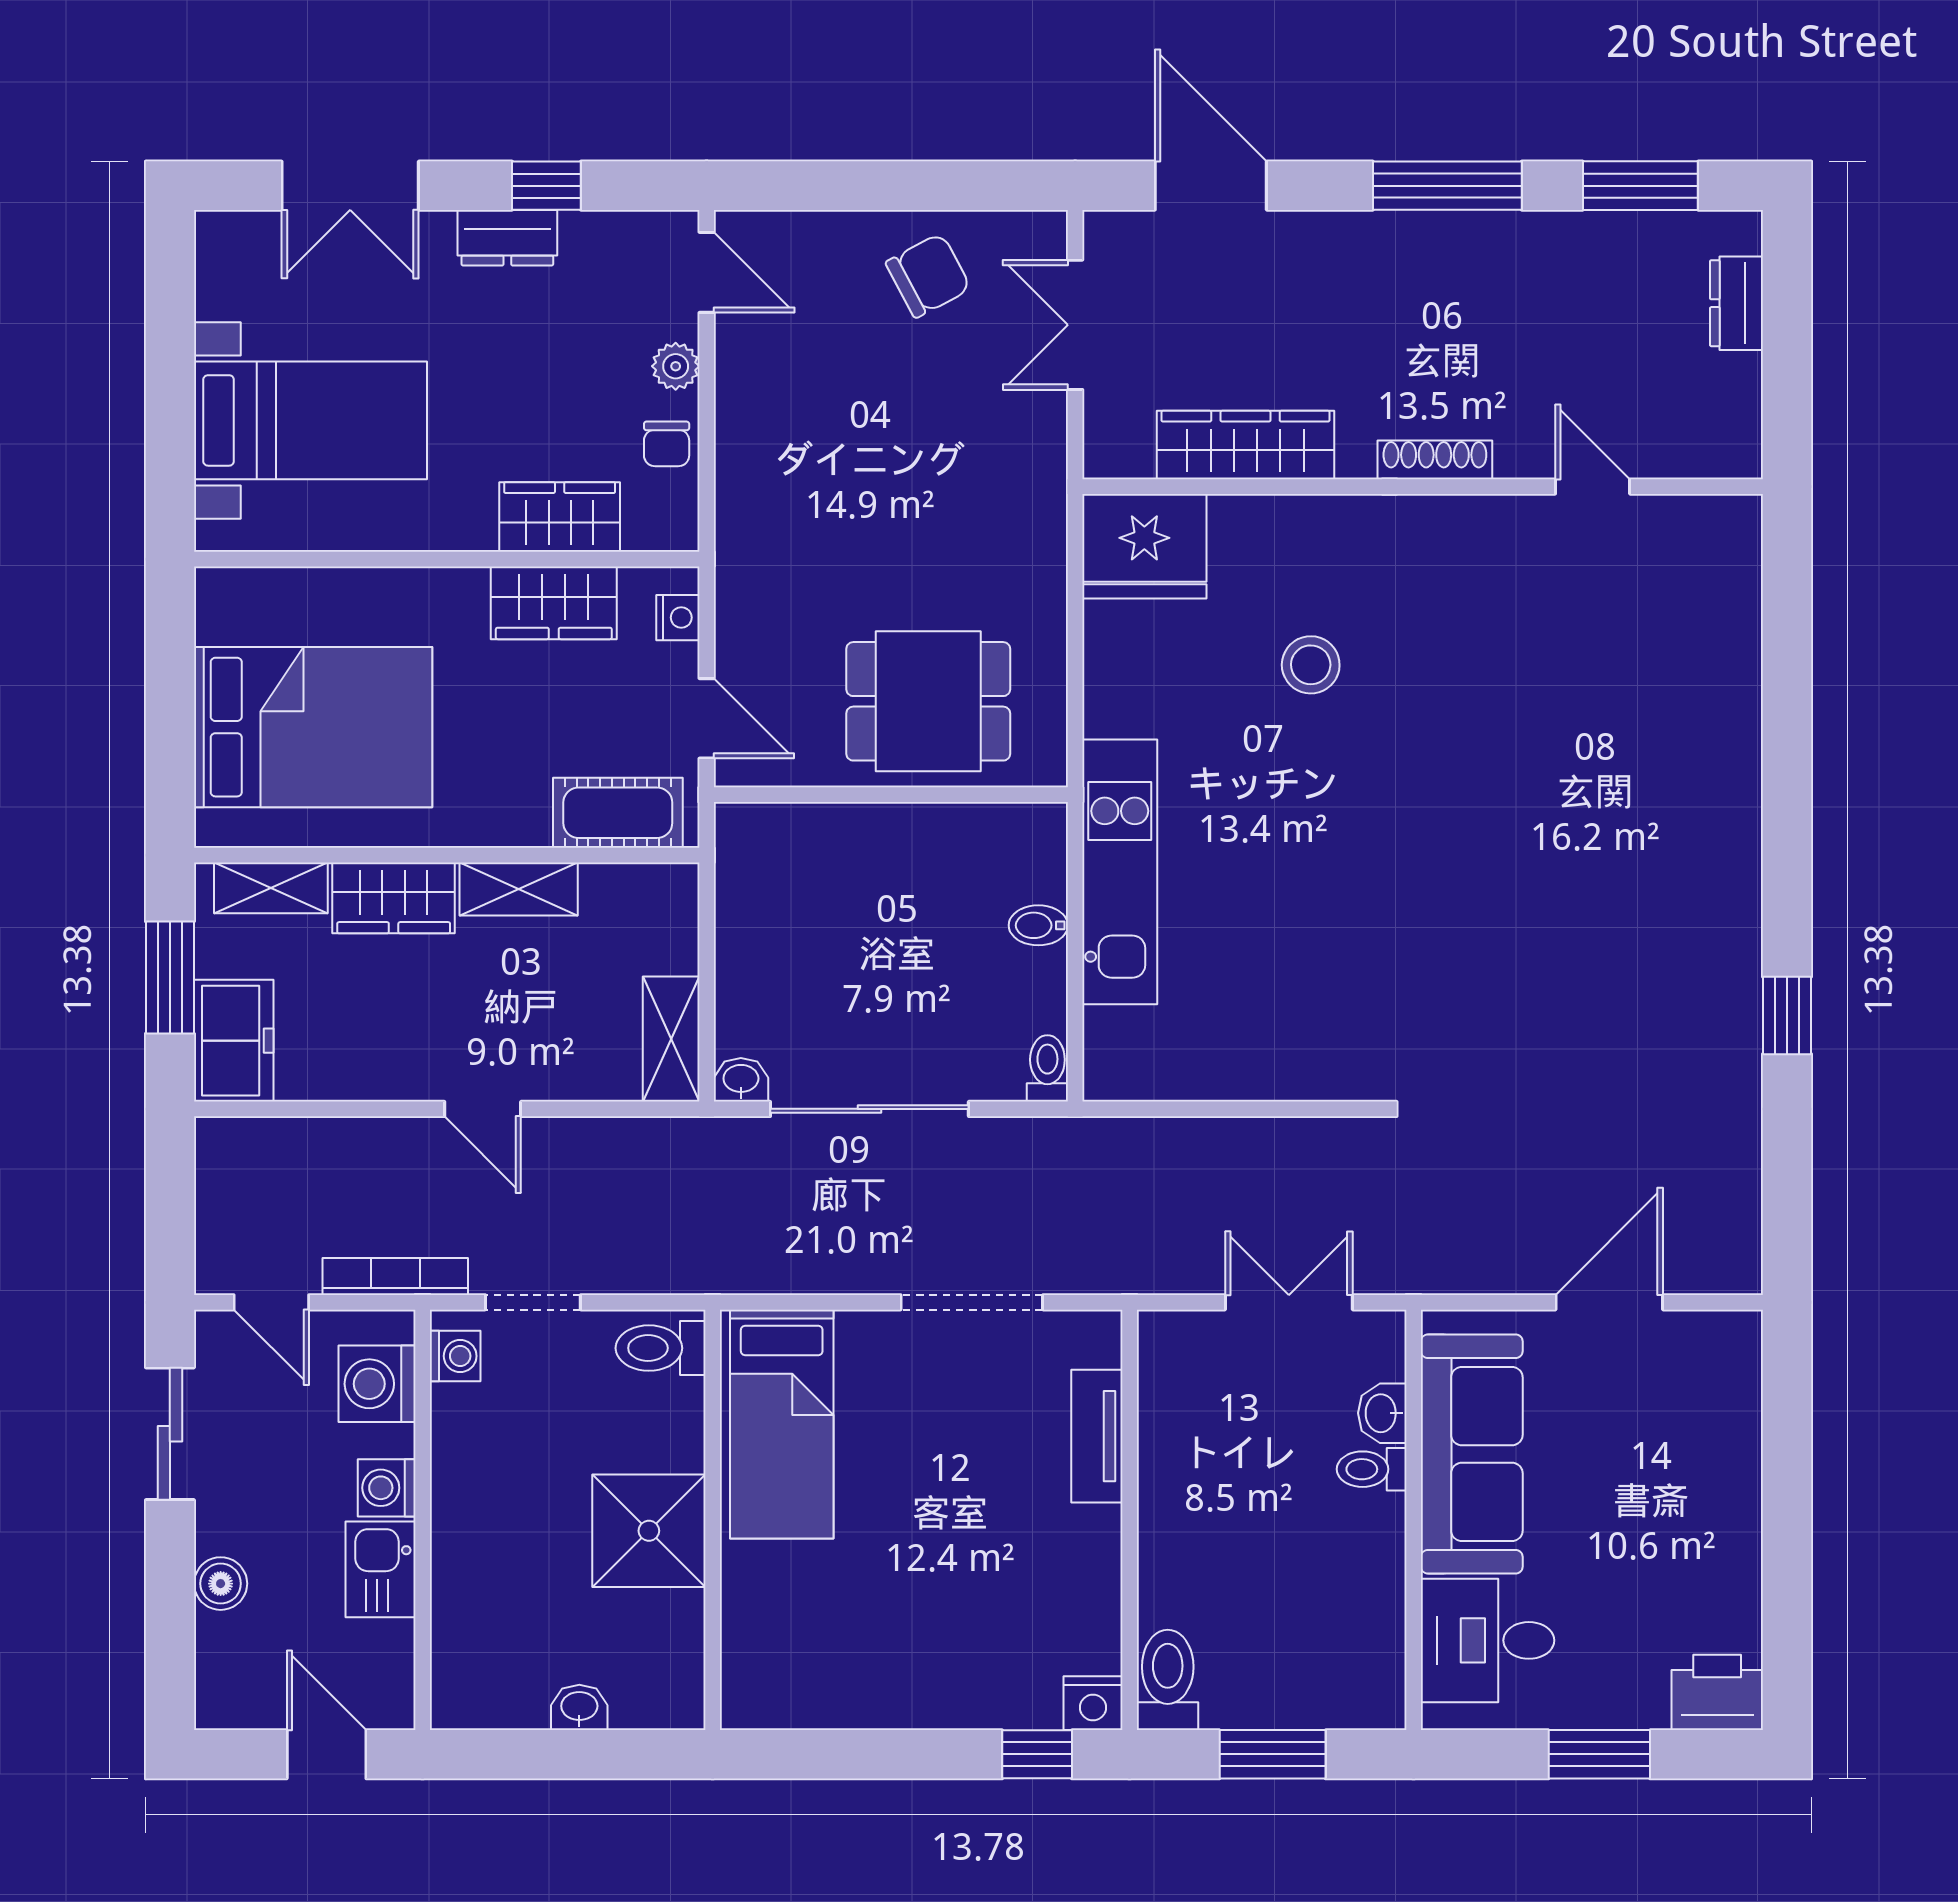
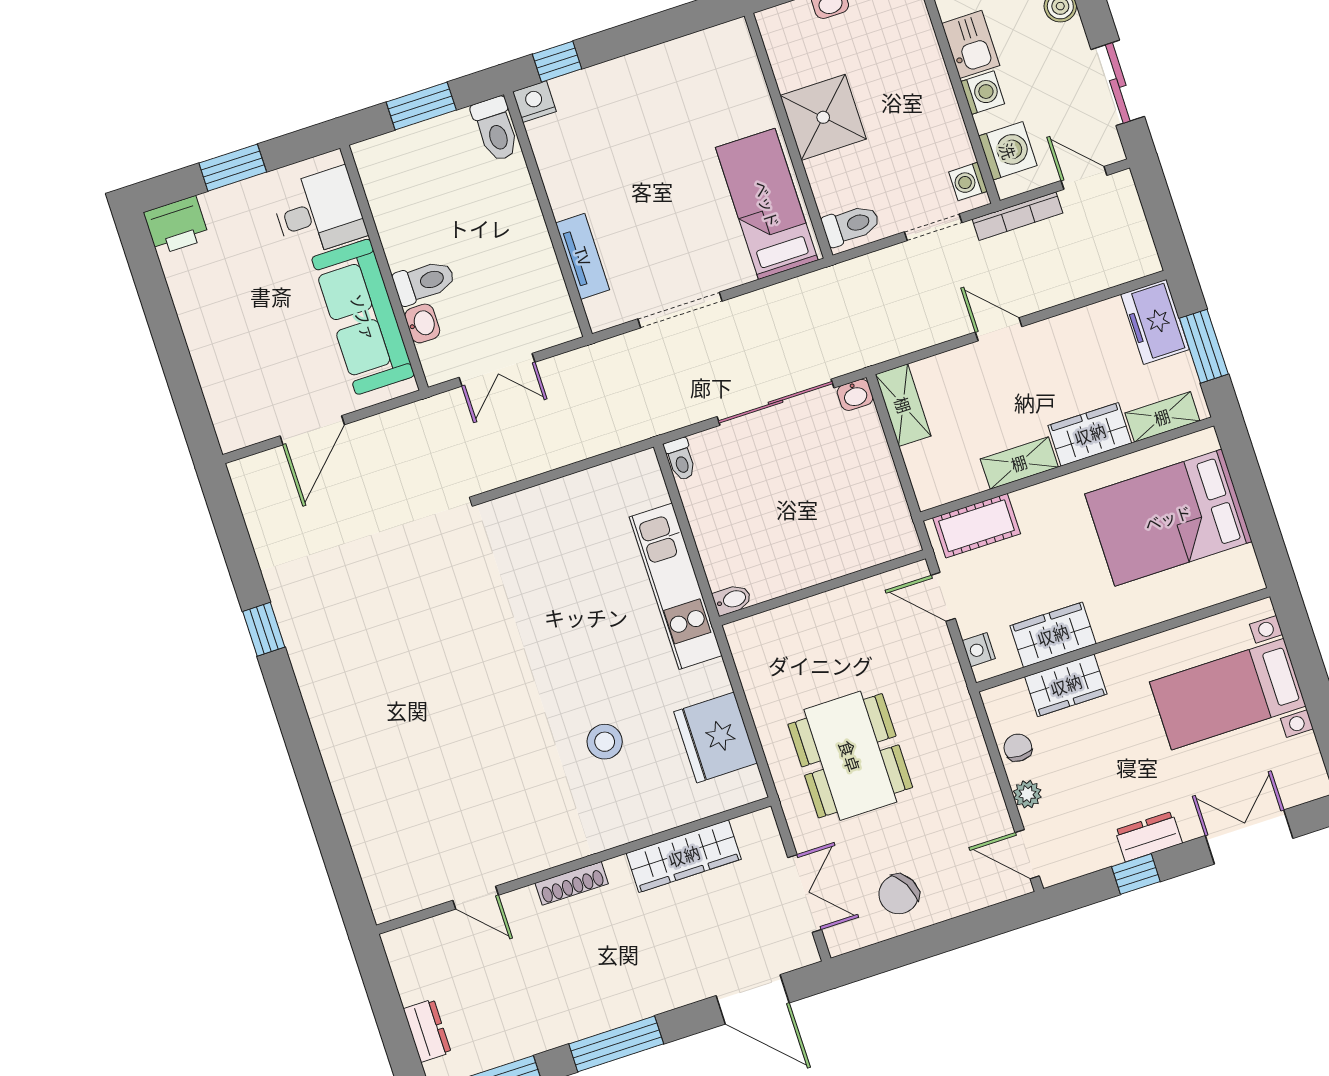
fridge: (1144, 546) -> (716, 737), moved, turned -90
dining table: (928, 701) -> (850, 756), moved, width x1.38
bidet: (1038, 925) -> (732, 600), moved
toilet: (1372, 1469) -> (424, 282), width x1.37, depth x1.39

